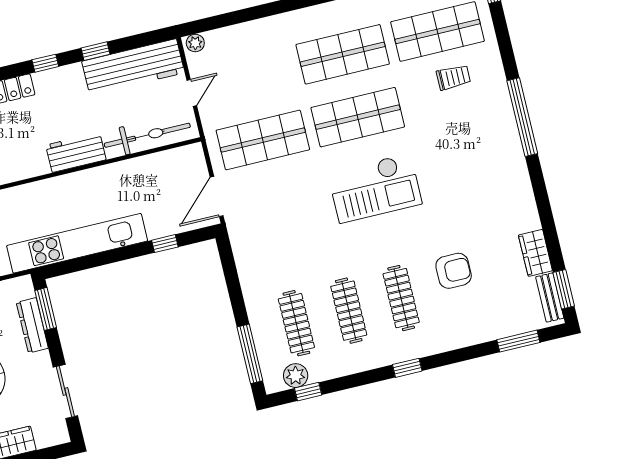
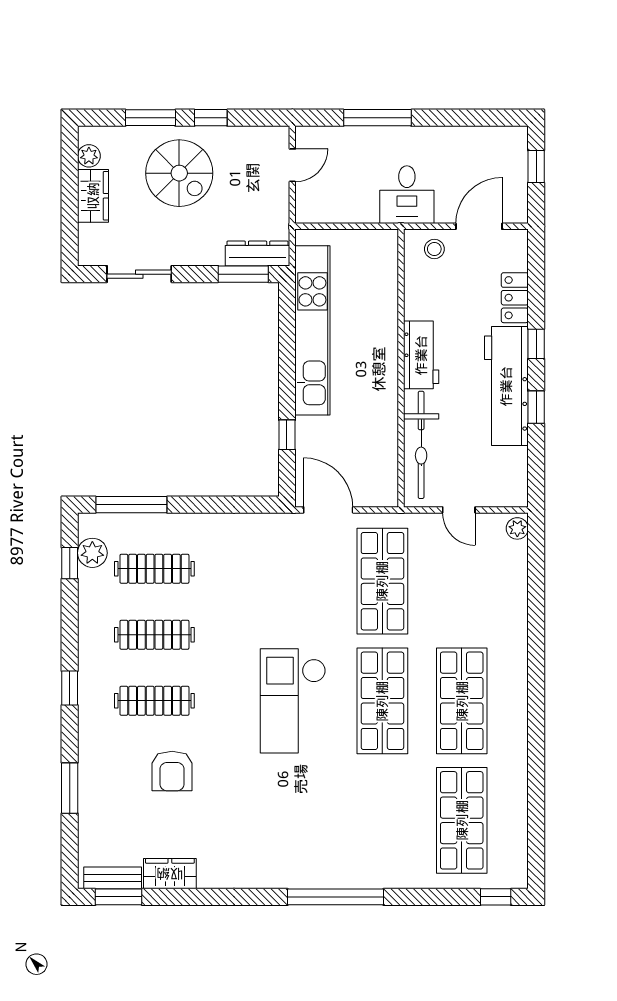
workbench: (133, 67) -> (506, 386), moved
trolley: (453, 77) -> (403, 826), removed
dresser: (32, 325) -> (258, 254), moved
window: (518, 341) -> (70, 788), moved

